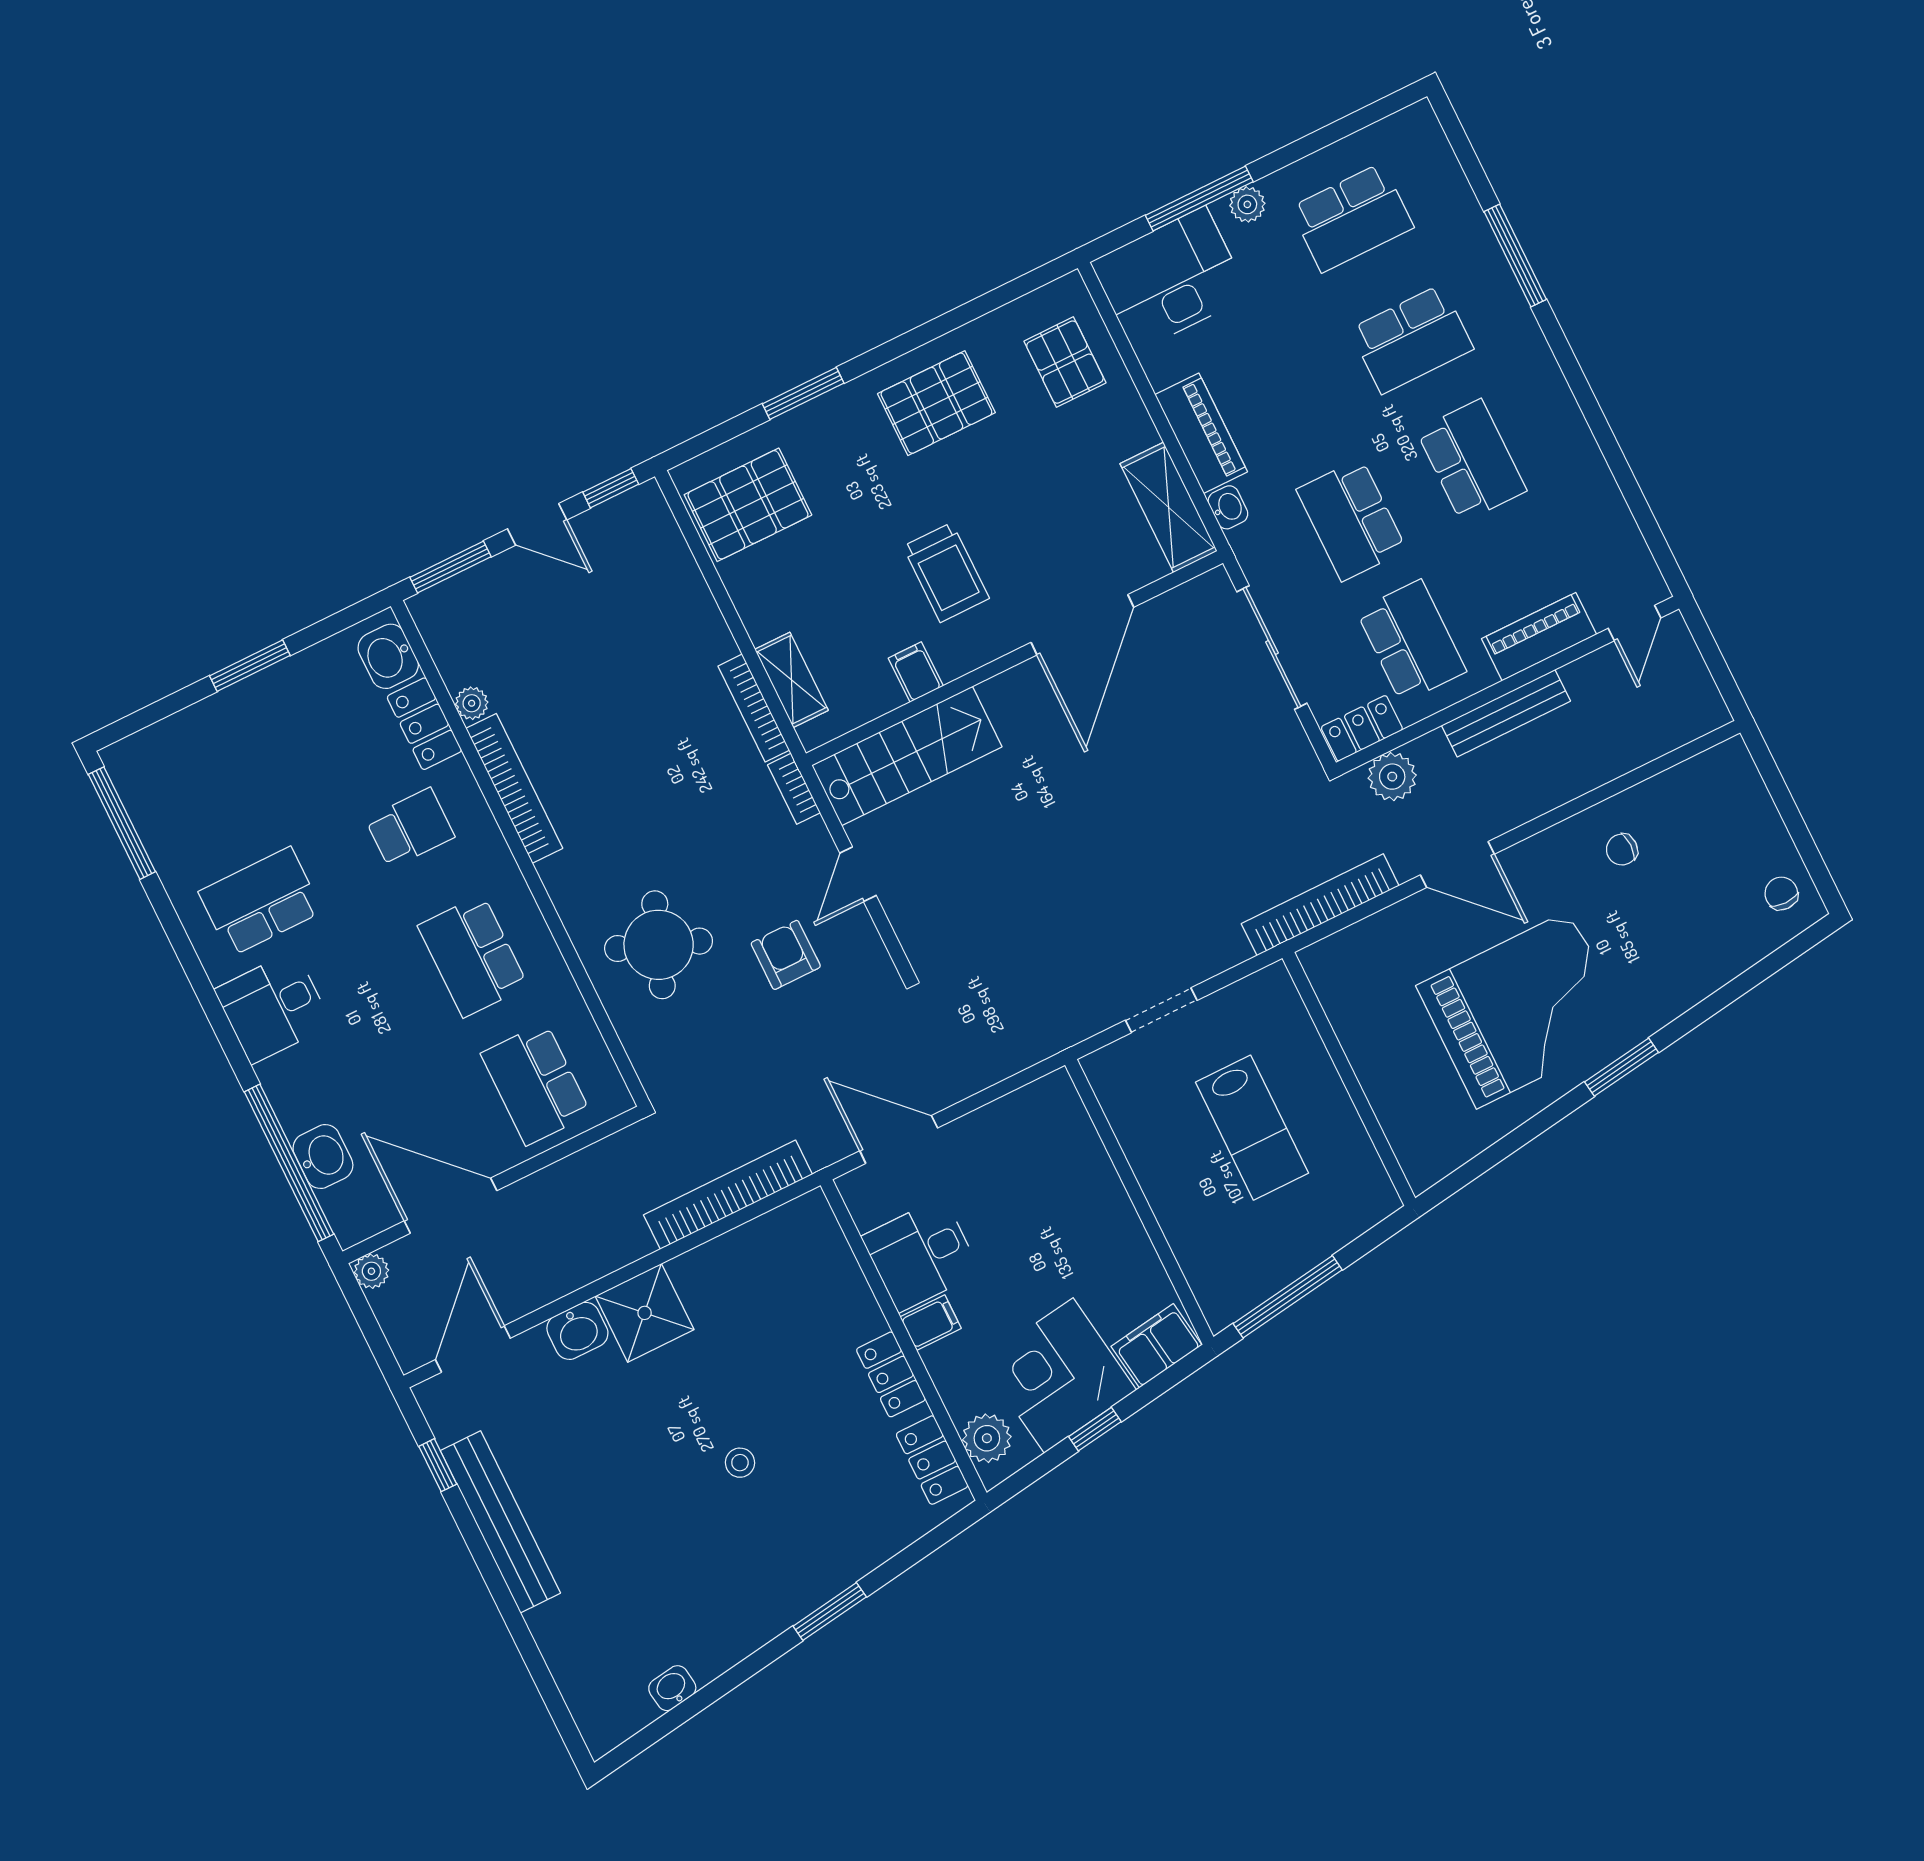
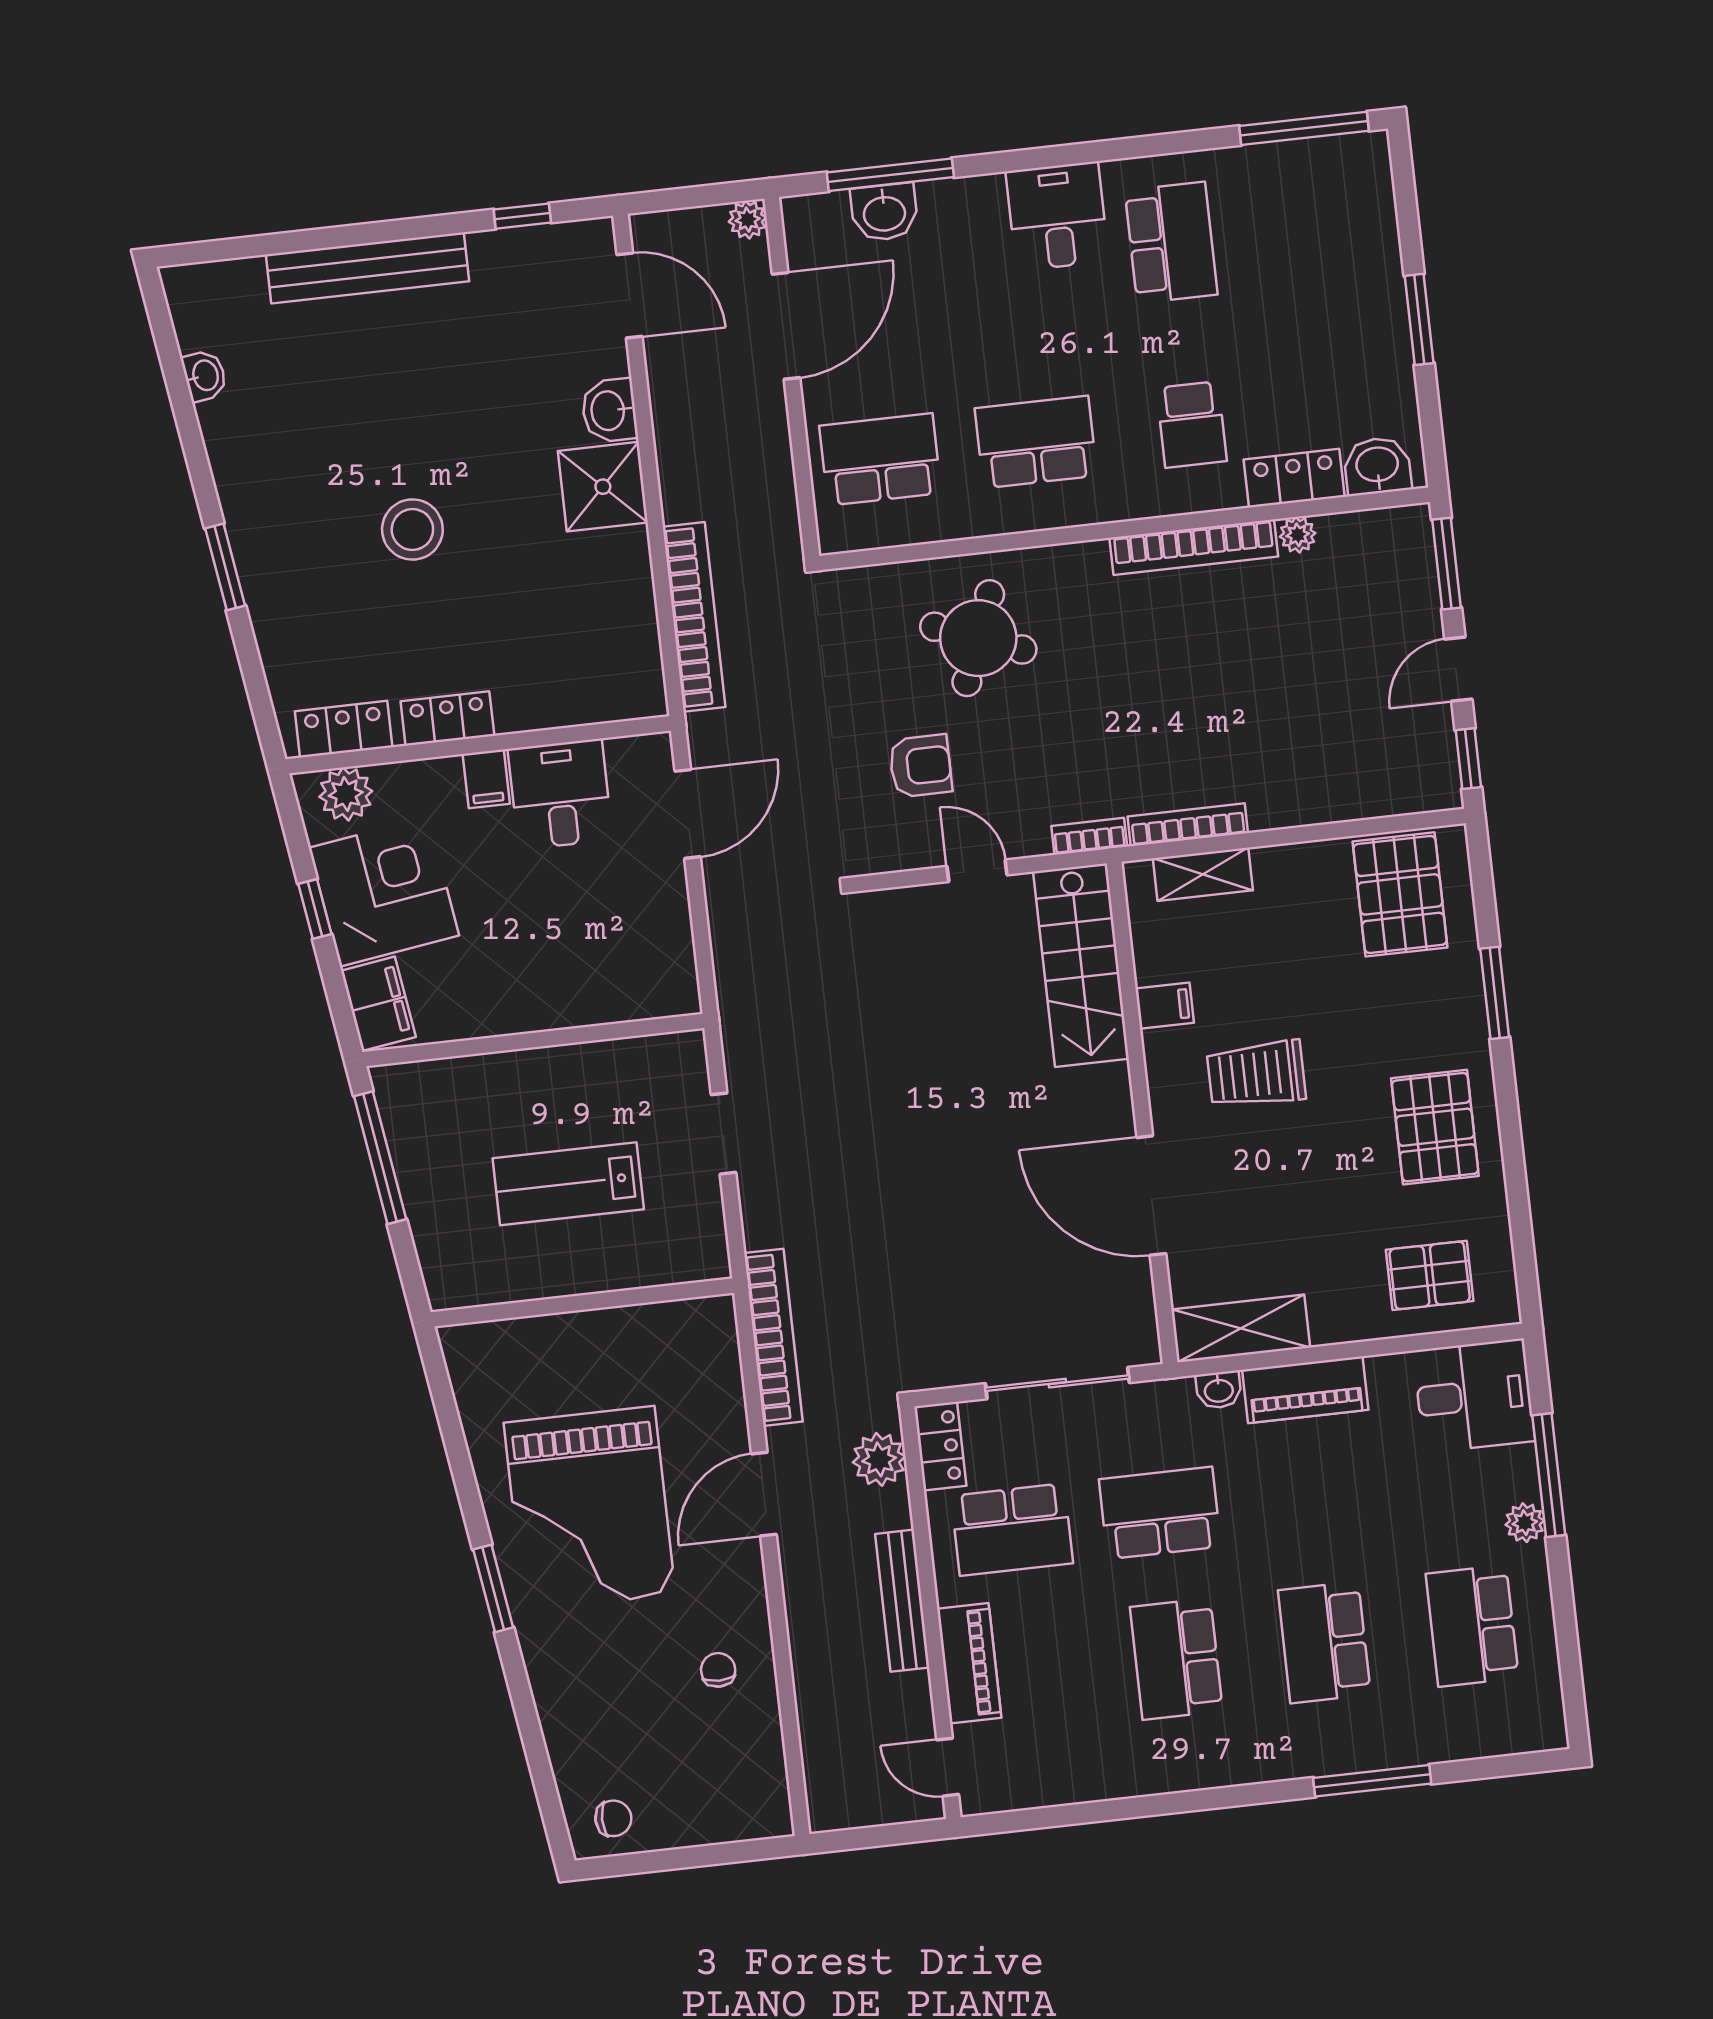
desk: (1170, 279) -> (1474, 1396), width x0.73
school desk: (1471, 461) -> (1176, 1659), turned 90
window: (289, 1163) -> (890, 175), width x0.68
stool: (740, 1463) -> (412, 530), width x1.89, depth x1.89
bench: (500, 1522) -> (367, 268), moved

